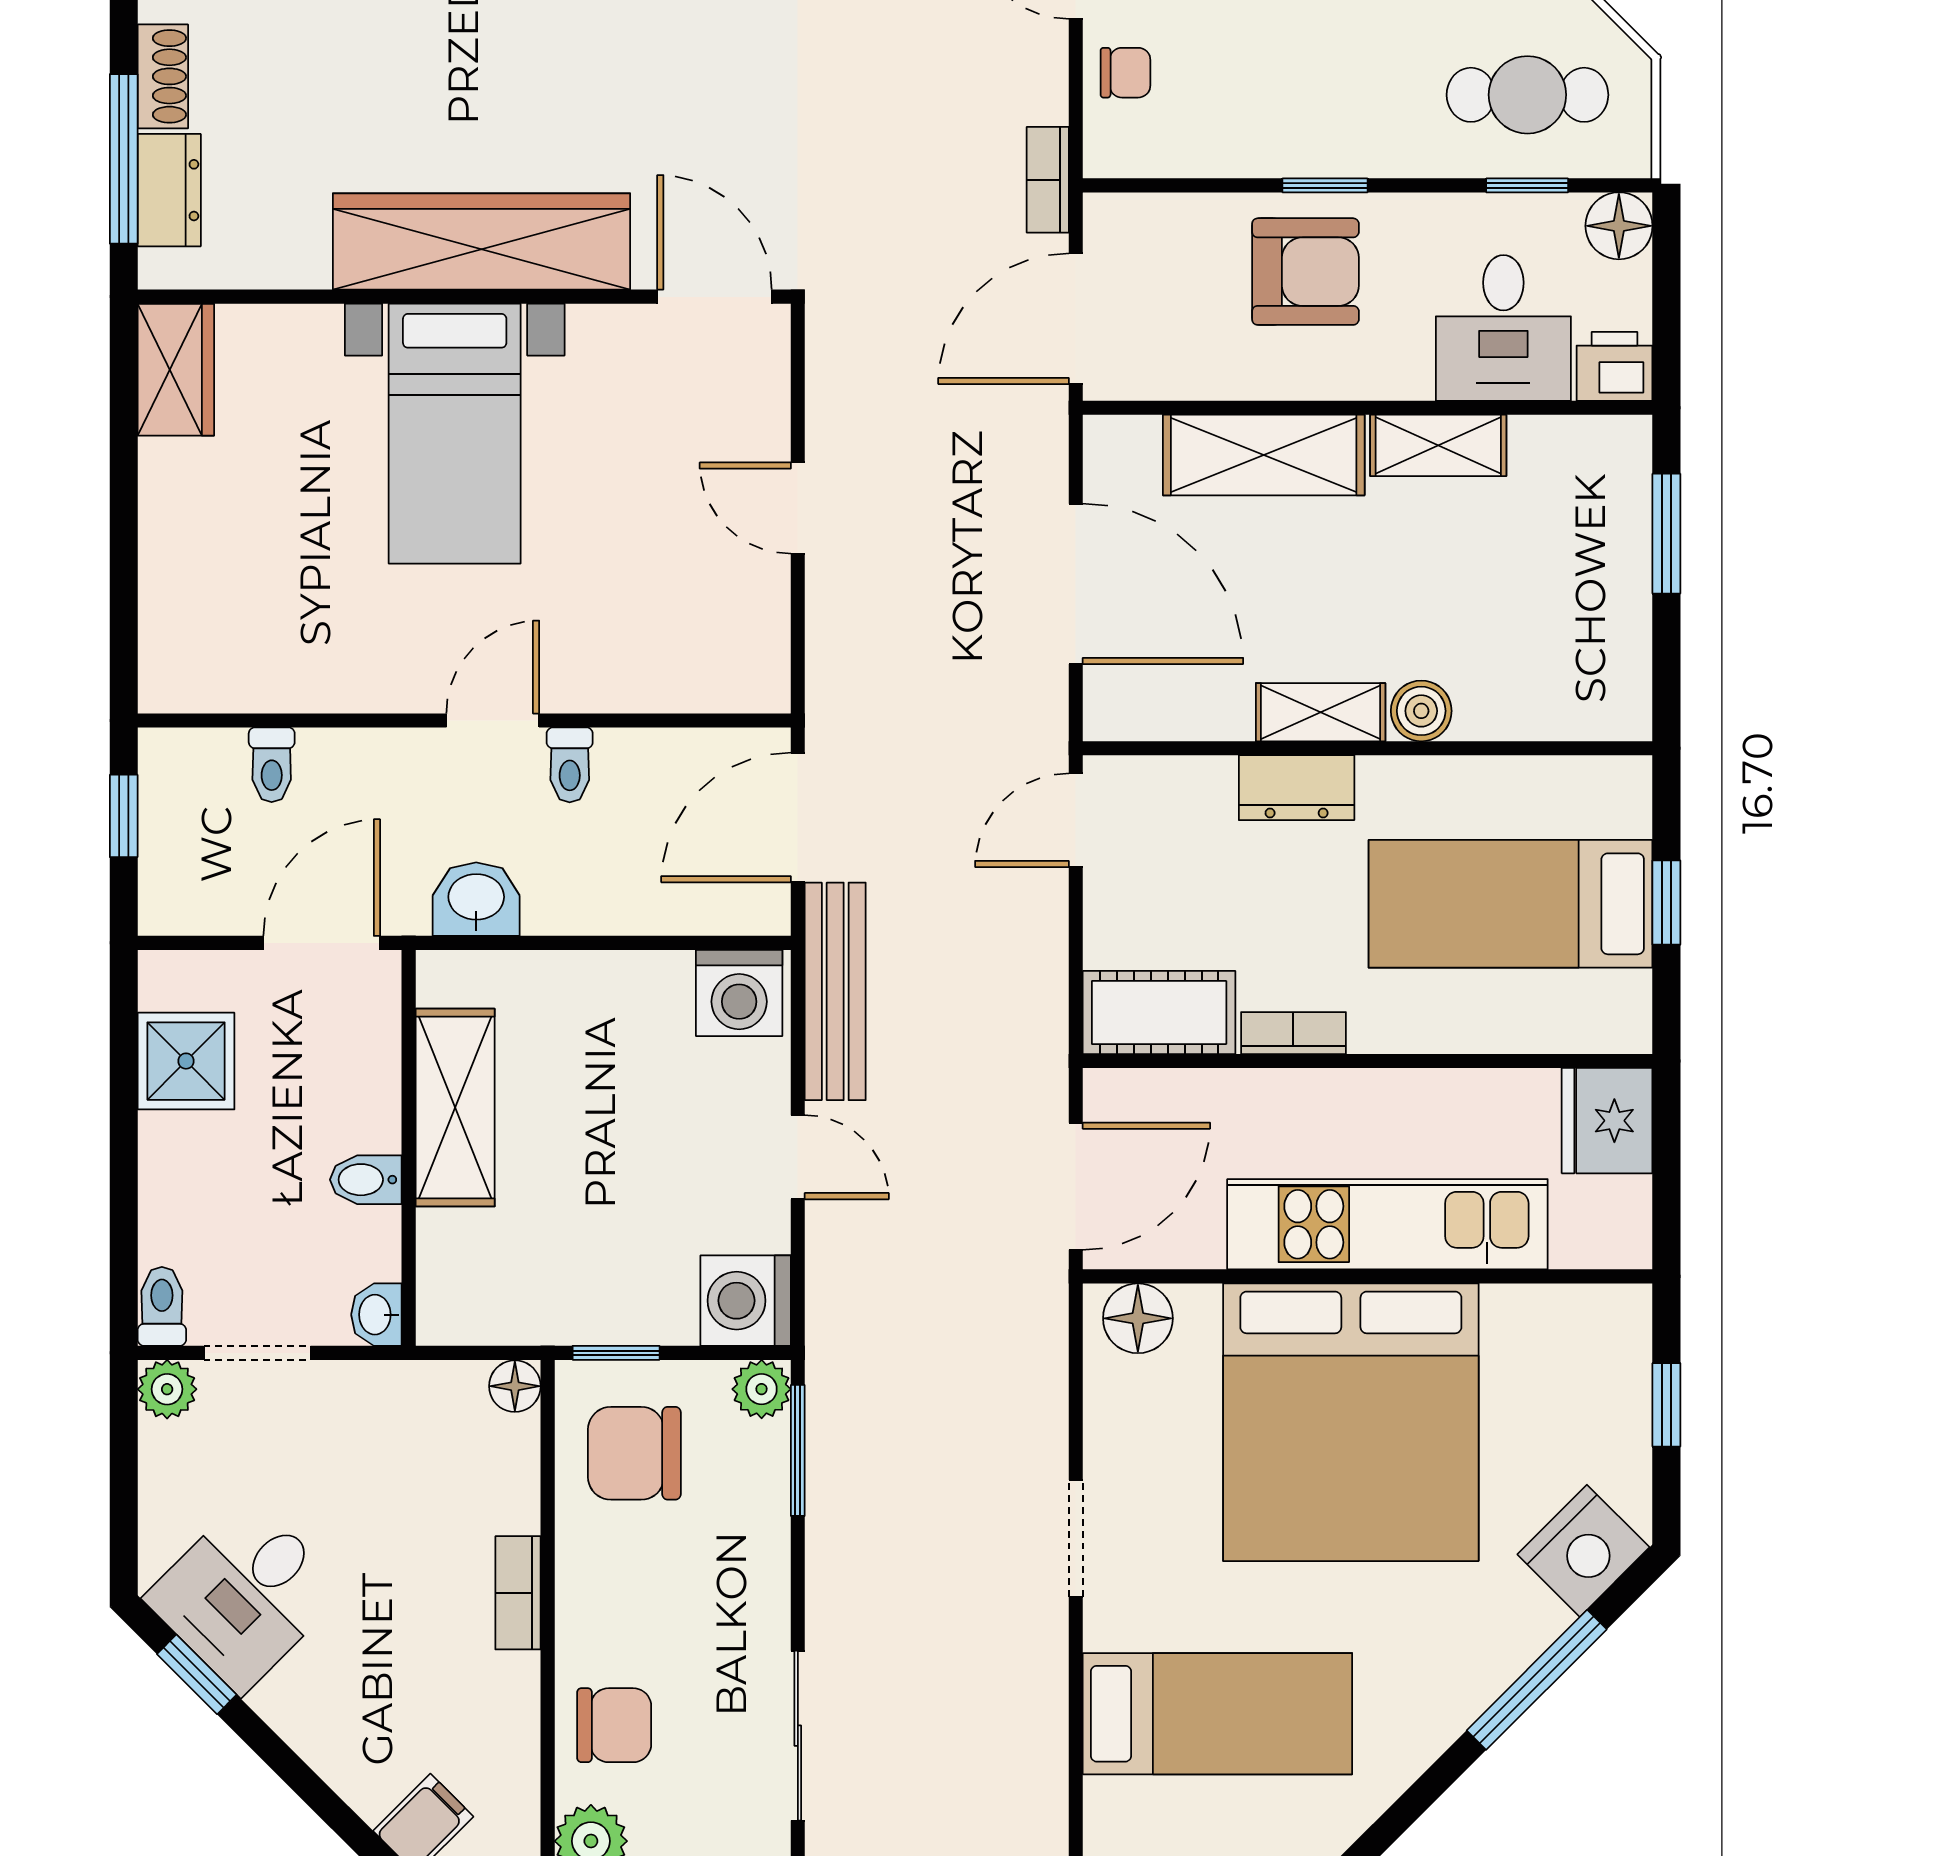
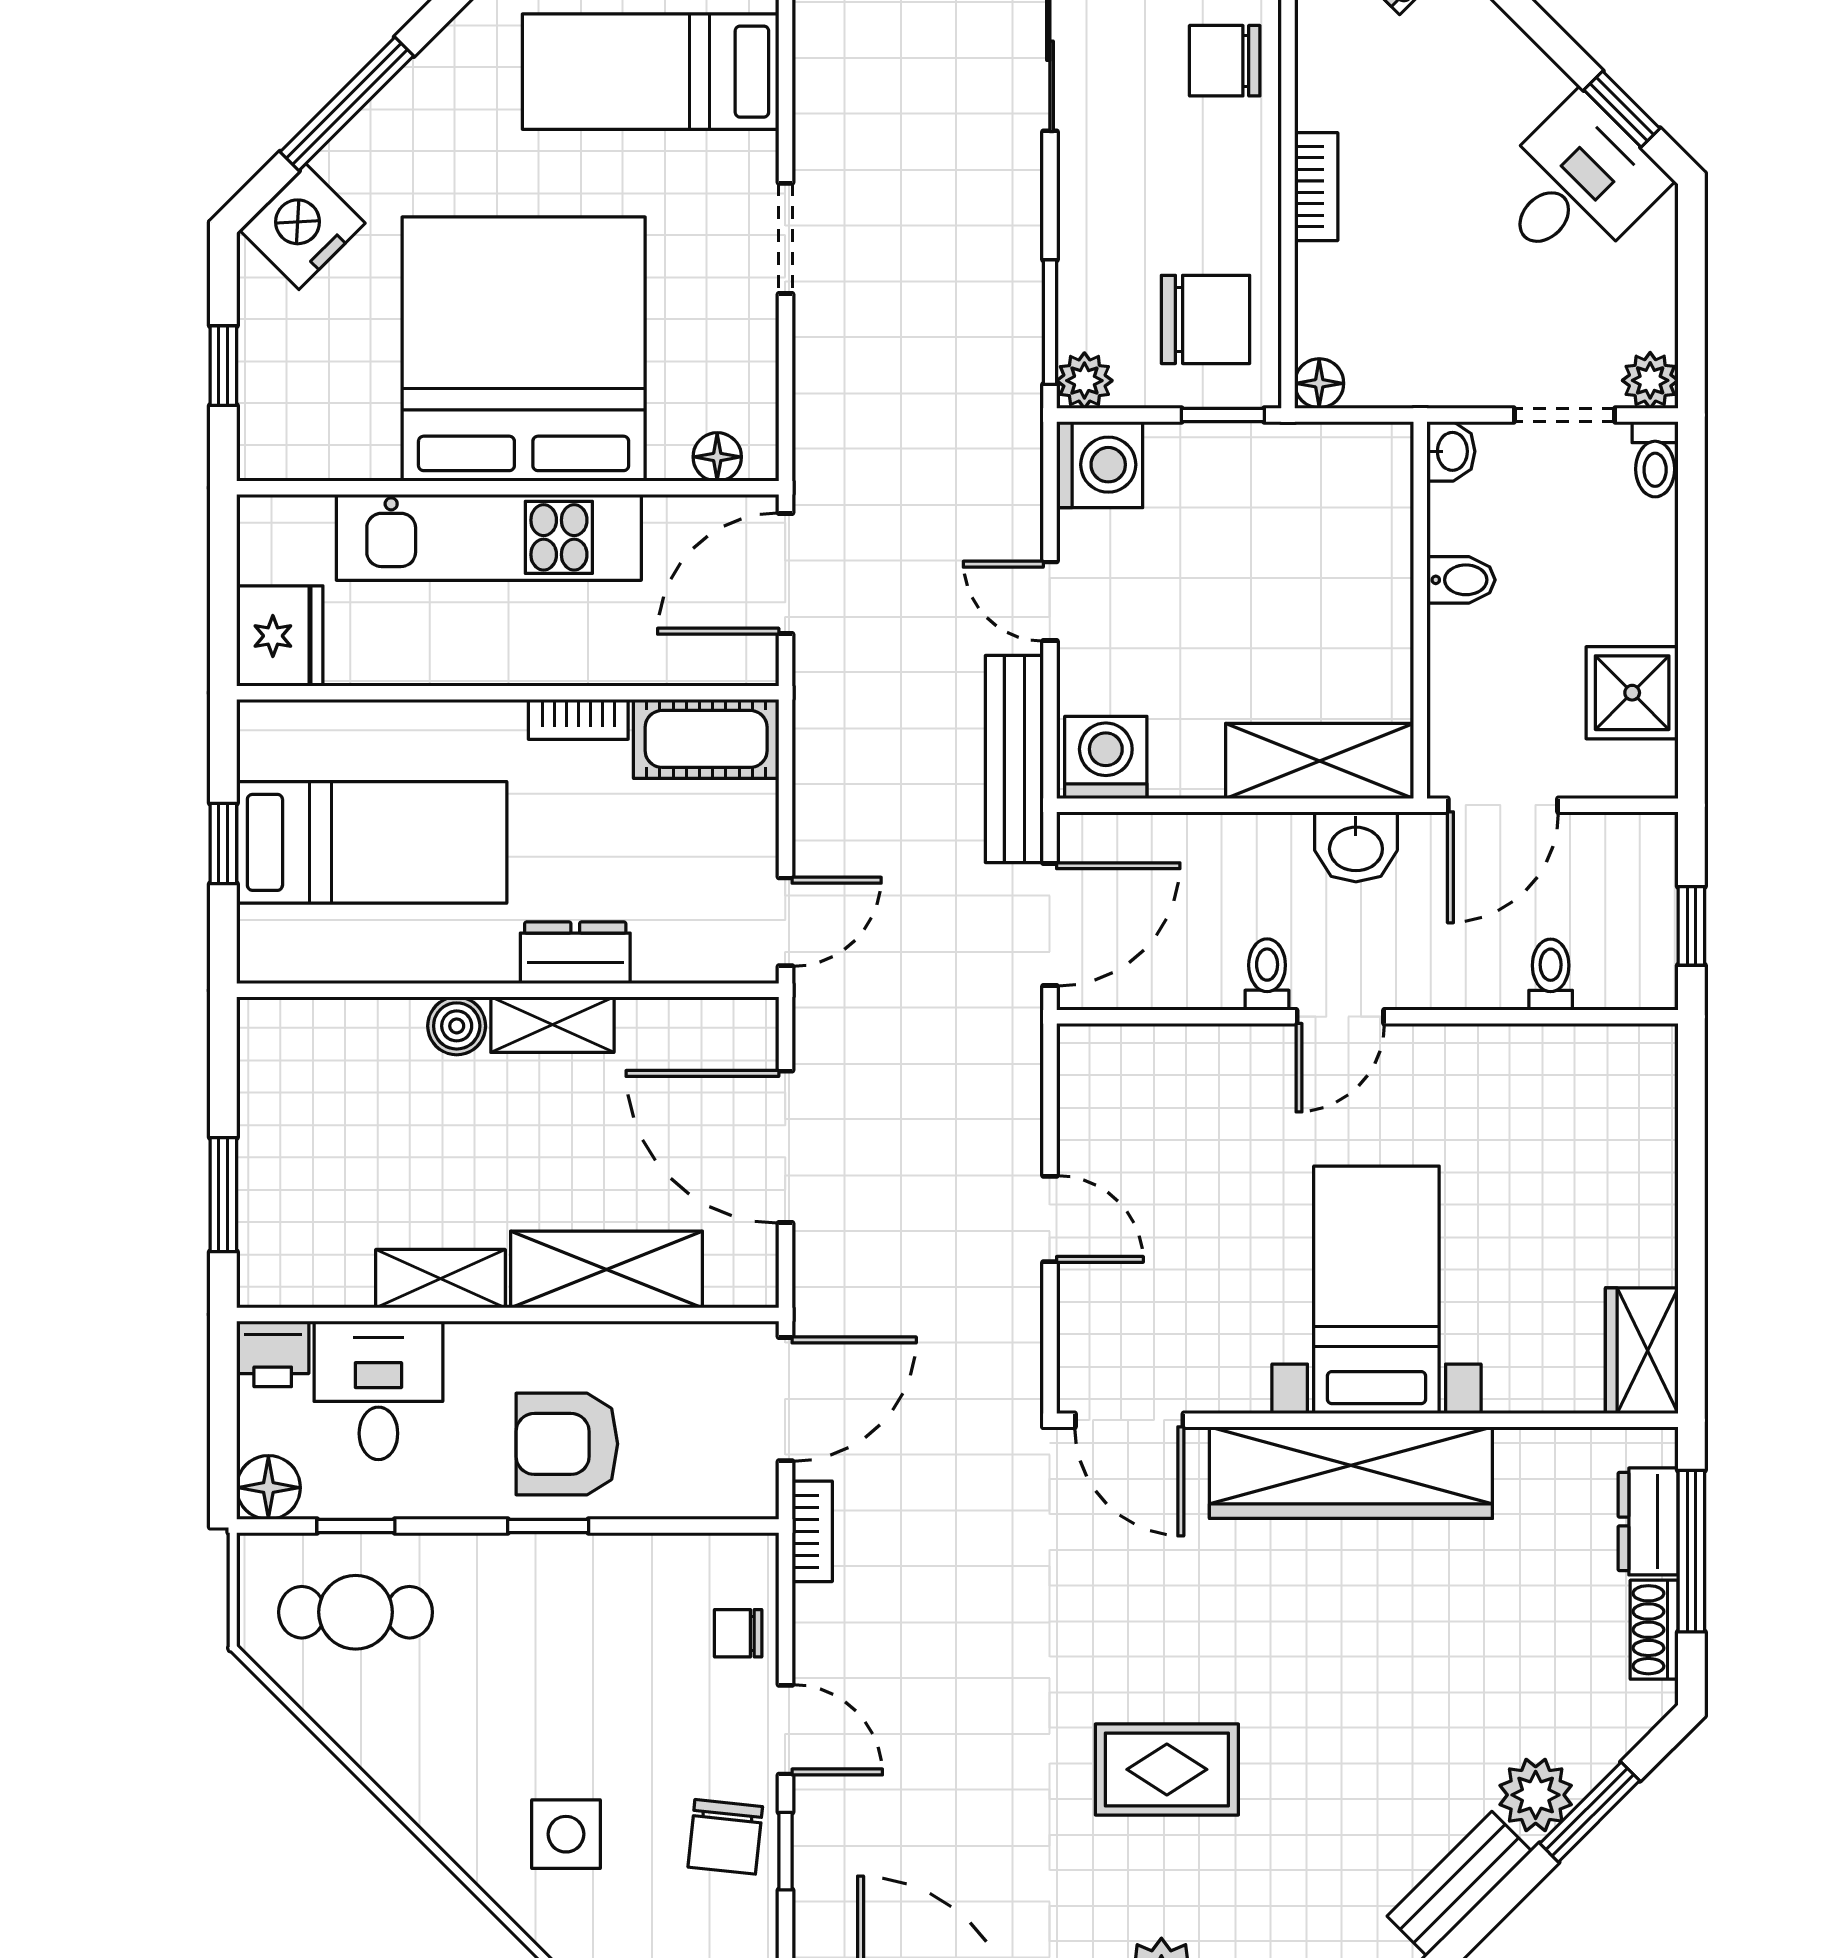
shelving: (455, 1108) -> (1320, 761), moved, turned 90
floor lamp: (1138, 1318) -> (717, 457), width x0.73, depth x0.73

